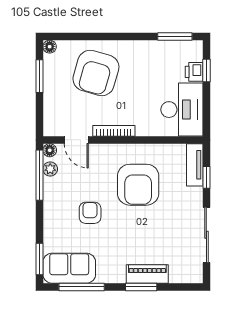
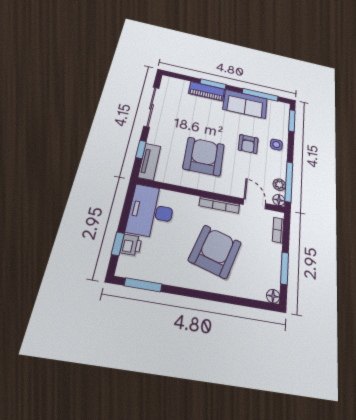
armchair: (96, 73) -> (215, 251), moved
bookcase: (48, 116) -> (278, 230), added
side table: (57, 220) -> (276, 145), added
sofa: (69, 268) -> (245, 104), moved

